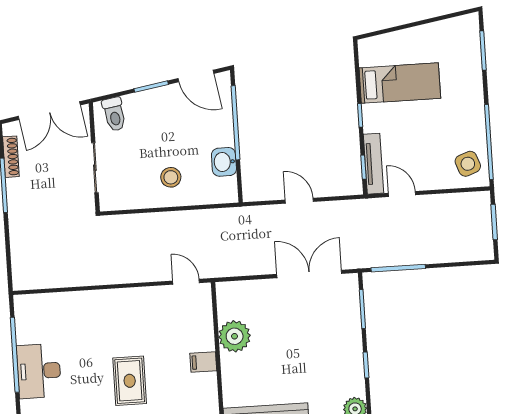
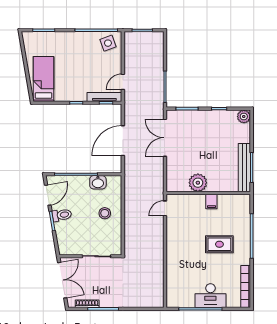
bed: (400, 83) -> (43, 79), moved
toilet: (114, 114) -> (62, 215), moved
door: (299, 201) -> (123, 141), width x1.87

